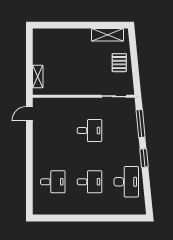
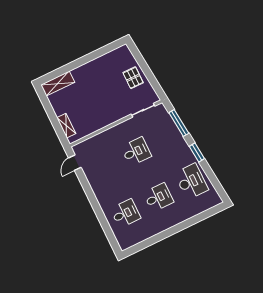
shelving: (108, 35) -> (58, 84), moved

